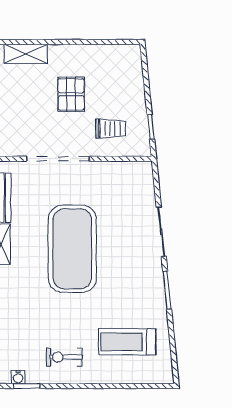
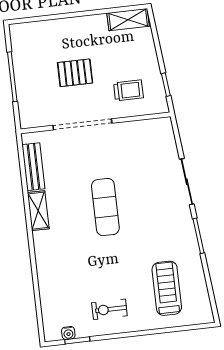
shelving: (26, 54) -> (128, 20), moved
pallet: (71, 94) -> (75, 73), moved, turned 90
exercise mat: (72, 249) -> (105, 207), width x0.50, depth x0.69
treadmill: (127, 342) -> (167, 288), turned 90

